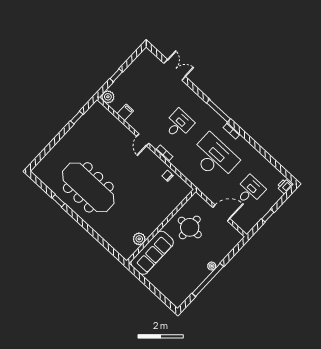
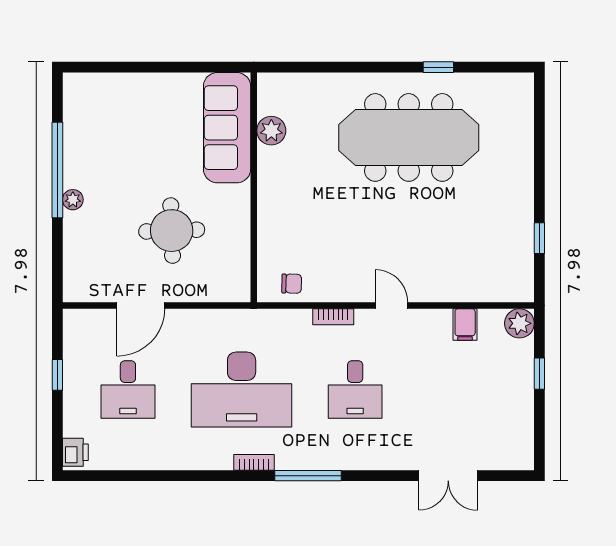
wall: (161, 226) -> (254, 187), moved
plant: (139, 239) -> (271, 131), moved
sofa: (152, 253) -> (227, 128), moved

